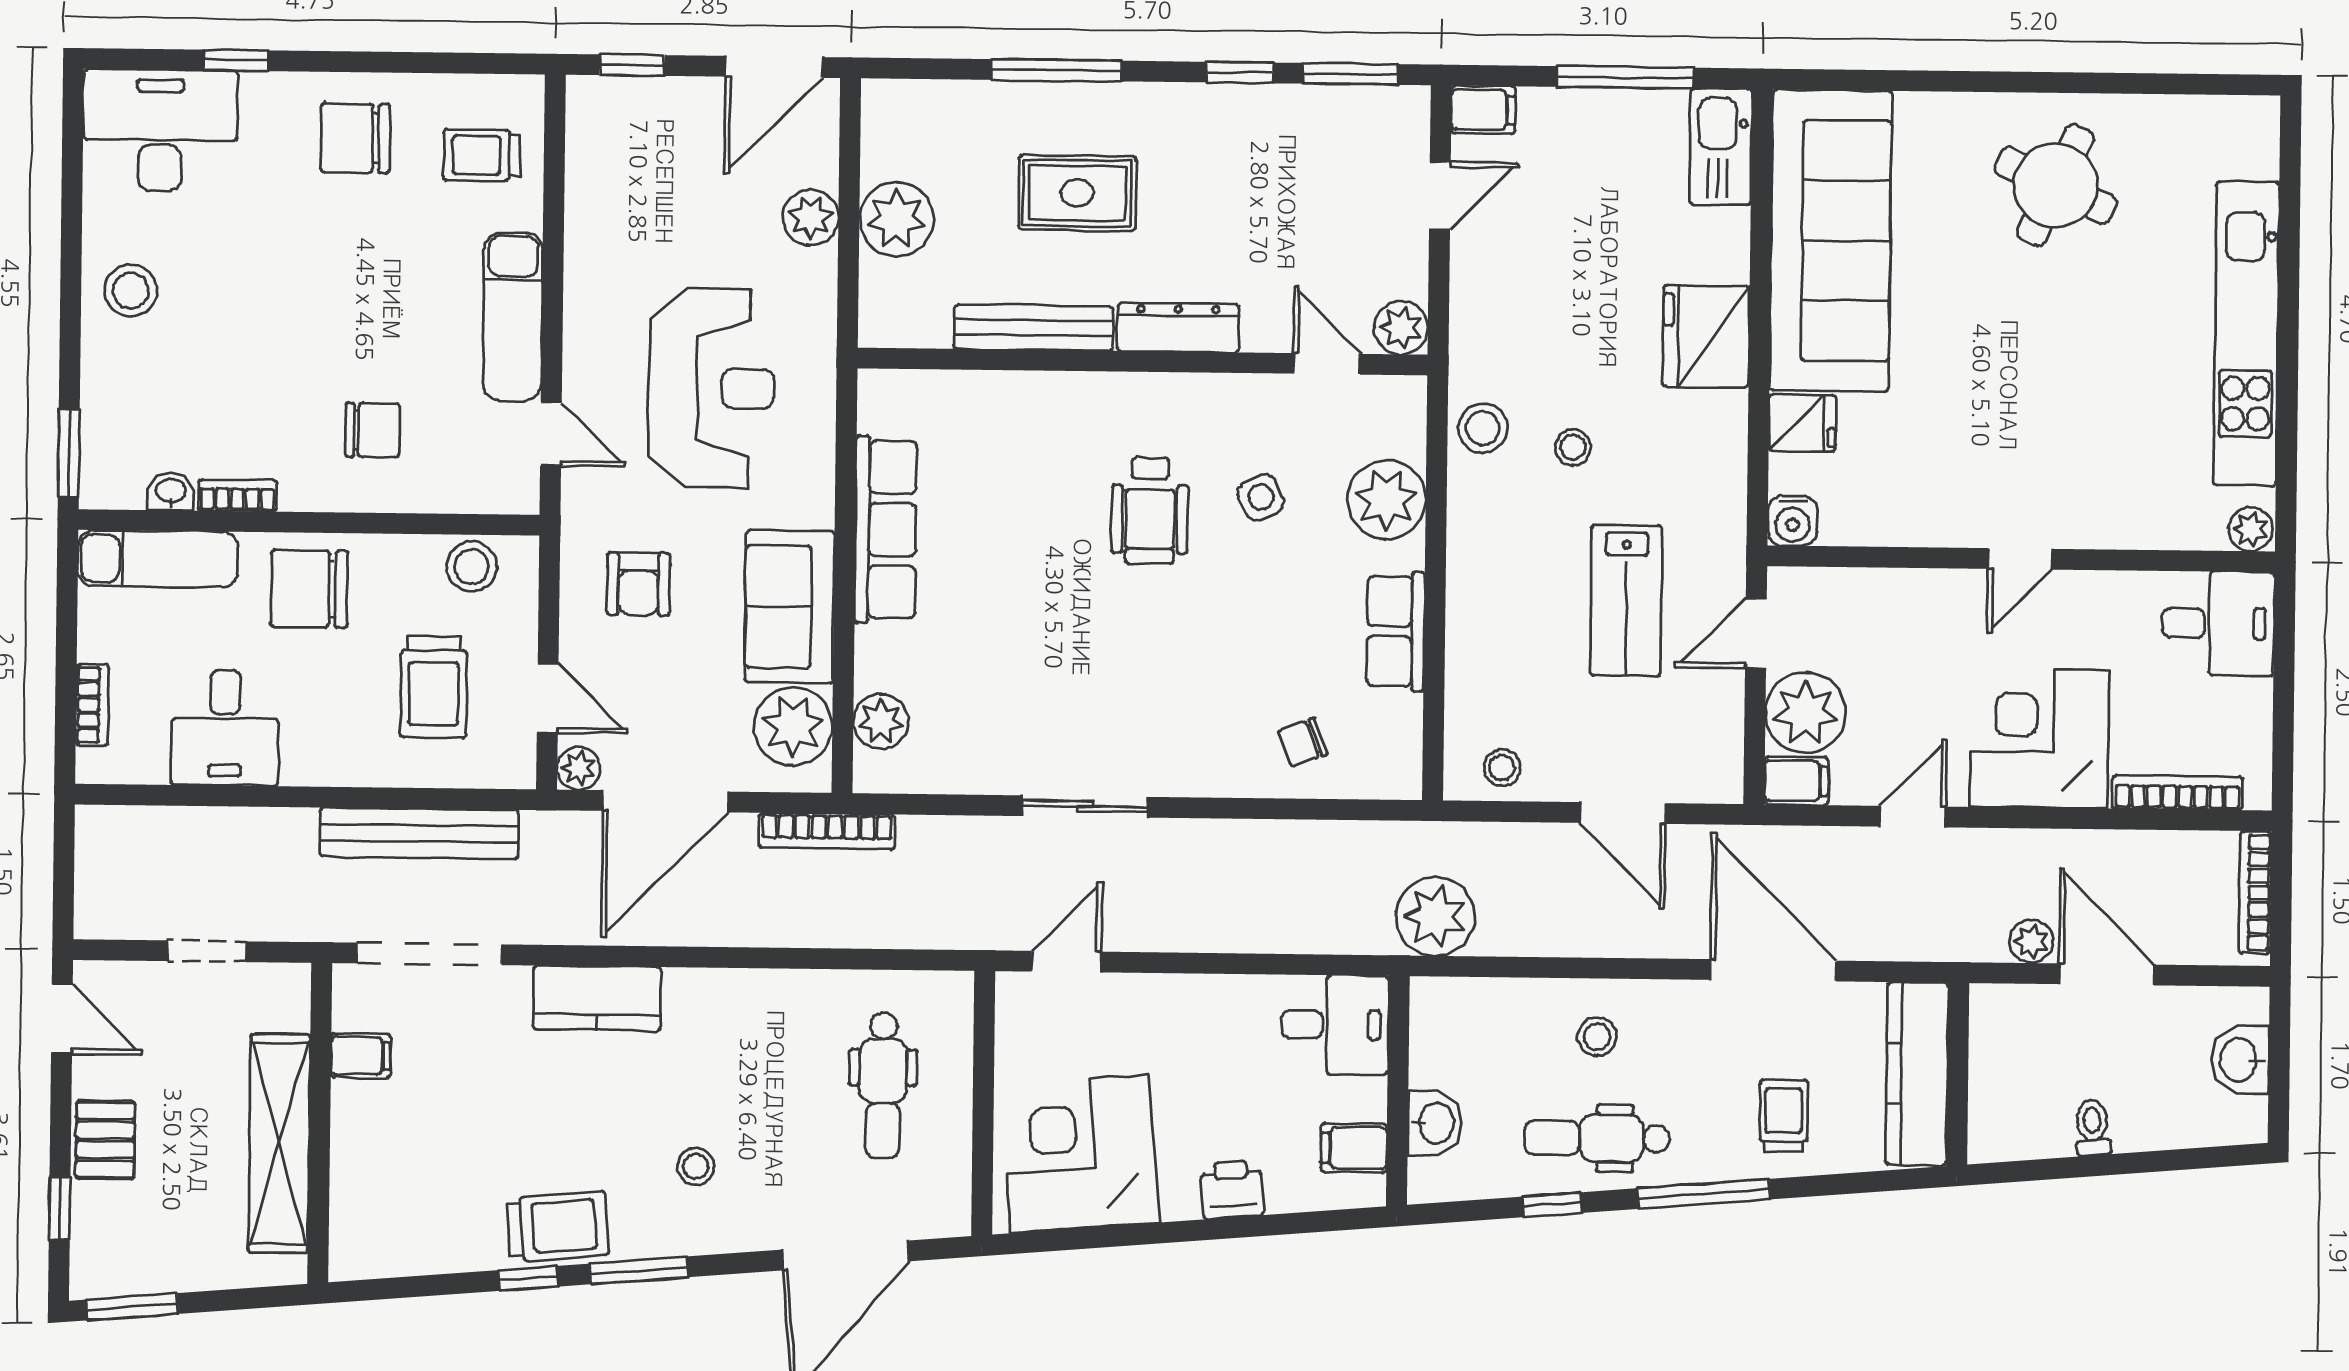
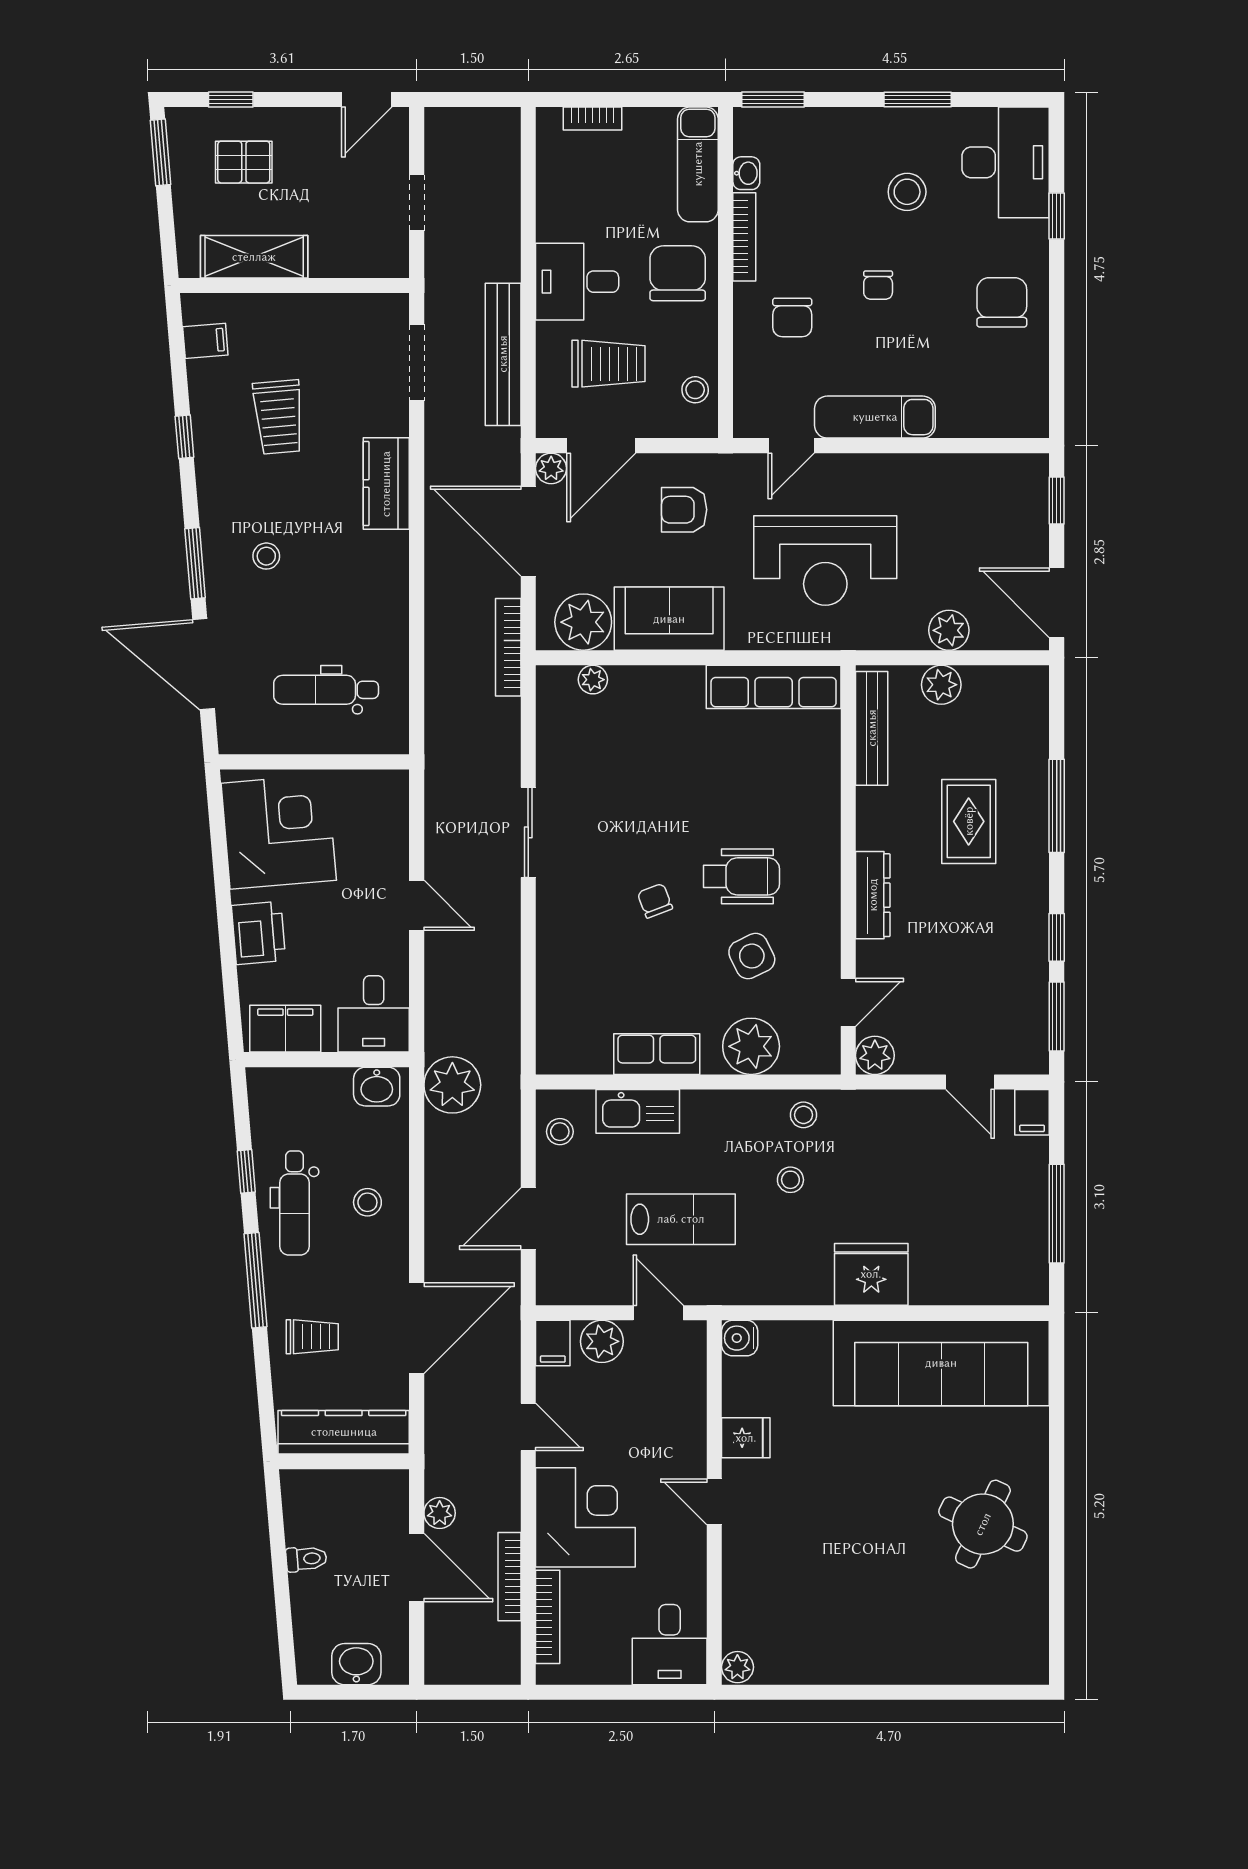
kitchen sink: (1721, 147) -> (638, 1111), moved, turned 180
trolley: (482, 155) -> (991, 394), removed
plant: (896, 219) -> (941, 685), width x0.73, depth x0.73
window: (71, 252) -> (918, 99), added
stool: (131, 291) -> (907, 192), moved
chair: (329, 310) -> (878, 285), added
bench: (1034, 328) -> (872, 728), moved
kitchen unit: (2246, 334) -> (878, 1662), removed
fridge: (1802, 423) -> (746, 1438), moved, turned -90
stool: (1483, 428) -> (803, 1115), width x0.73, depth x0.73
bookcase: (237, 495) -> (744, 237), width x1.56
side table: (1261, 497) -> (752, 956), width x1.37, depth x1.37
wheelchair: (1150, 511) -> (741, 876), turned 180
row of seats: (886, 530) -> (774, 687), moved
stool: (472, 567) -> (695, 390), width x0.73, depth x0.73
lab bench: (1626, 600) -> (681, 1219), turned 180
trolley: (434, 687) -> (608, 364), turned 180
door: (548, 698) -> (601, 446), width x1.38
plant: (1806, 713) -> (602, 1341), width x0.73, depth x0.73
plant: (881, 721) -> (593, 680), width x0.73, depth x0.73
desk: (225, 728) -> (577, 282), moved
chair: (1303, 743) -> (655, 901), moved
bookcase: (2255, 893) -> (509, 1577), moved, turned -90
doorway: (429, 954) -> (417, 363), width x0.73
door: (1066, 962) -> (417, 905), moved
door: (2107, 974) -> (417, 1568), hinge flipped
filing cabinet: (361, 1056) -> (205, 341), moved, turned -95
washbasin: (1435, 1123) -> (377, 1087), moved
dental chair: (1597, 1138) -> (294, 1203), turned 180
pallet: (105, 1140) -> (244, 162), moved
shelving: (279, 1144) -> (254, 257), width x0.68
filing cabinet: (1354, 1148) -> (285, 1029), width x2.00
printer: (1232, 1190) -> (258, 933), width x1.36, depth x1.24
trolley: (557, 1227) -> (278, 417), moved
window: (639, 1270) -> (195, 563), moved

